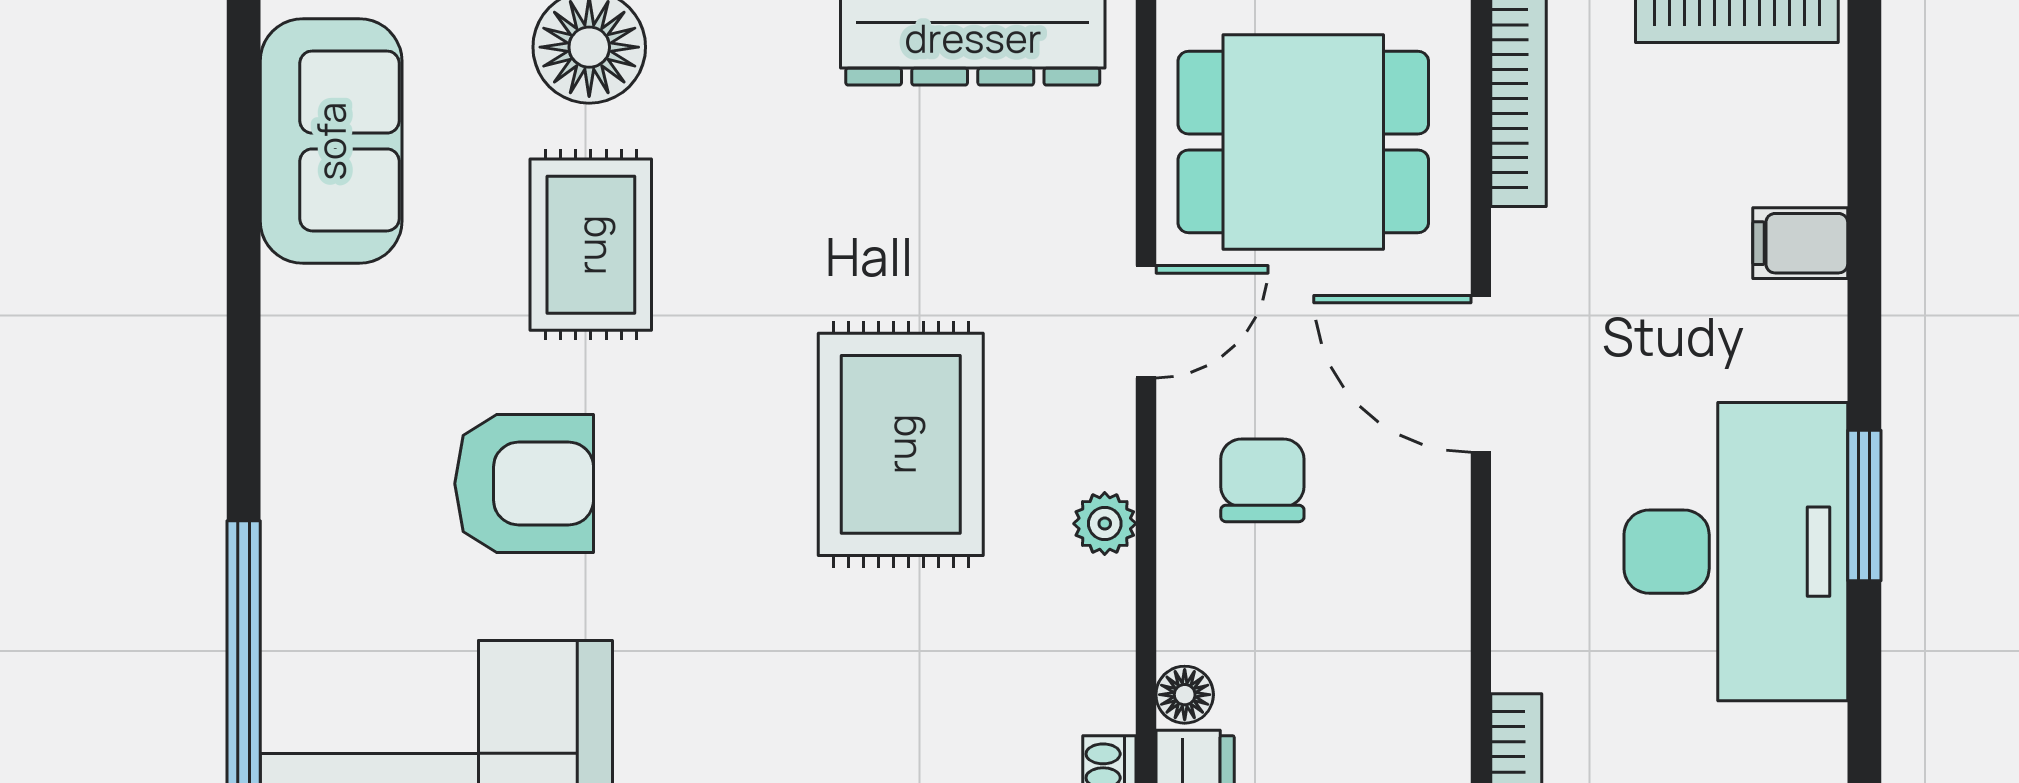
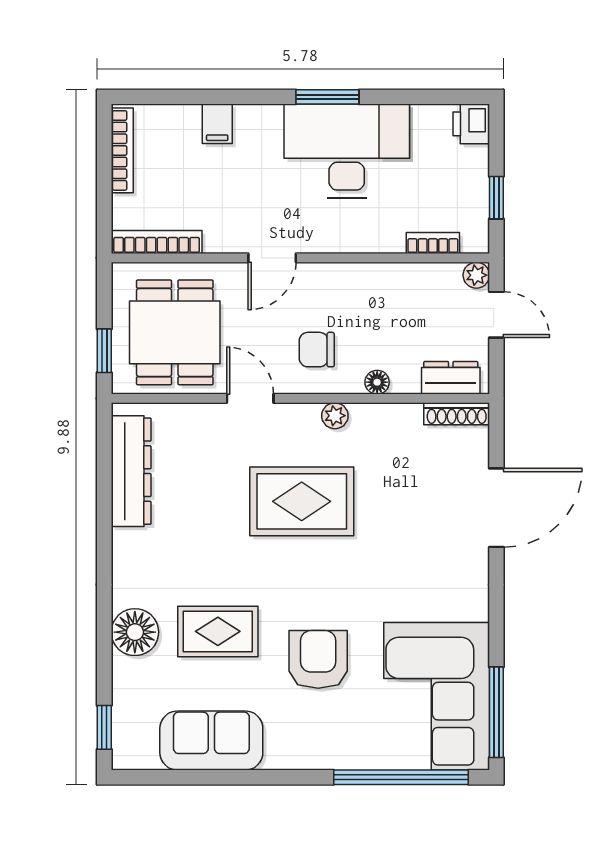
sofa: (331, 141) -> (211, 741), moved
door: (1481, 374) -> (272, 258), width x0.73
floor lamp: (1185, 695) -> (377, 382), moved

